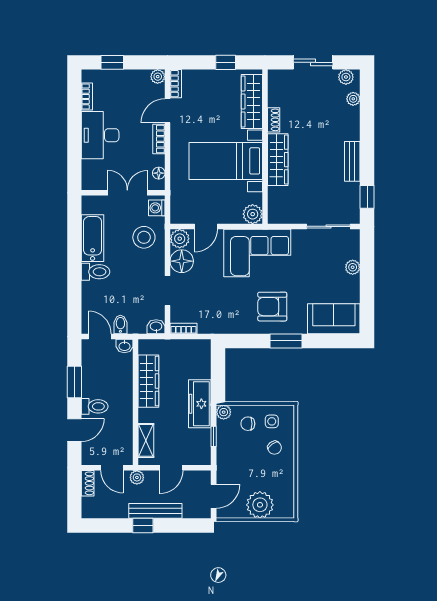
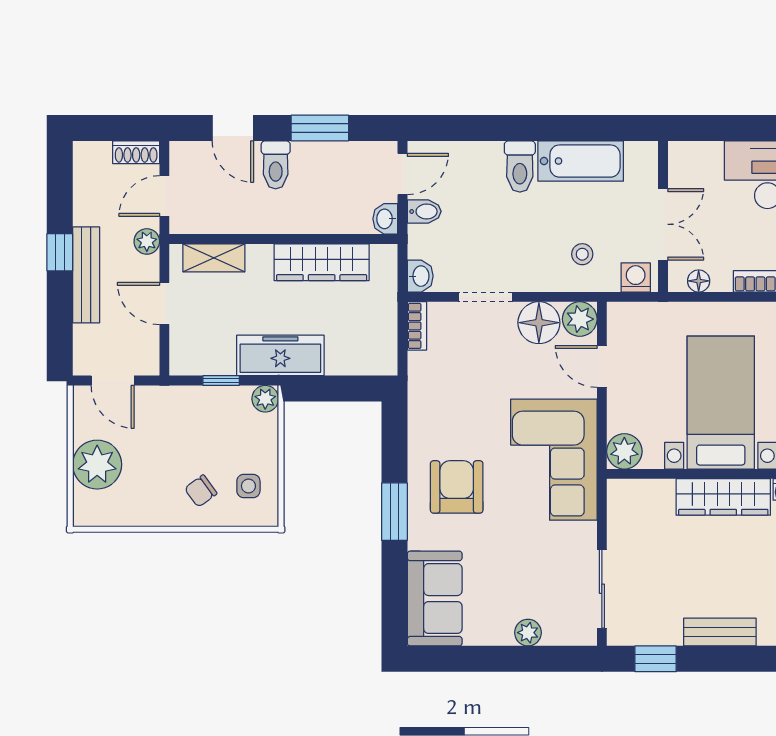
stool: (144, 237) -> (582, 254), width x0.53, depth x0.53
chair: (248, 424) -> (244, 443), removed

